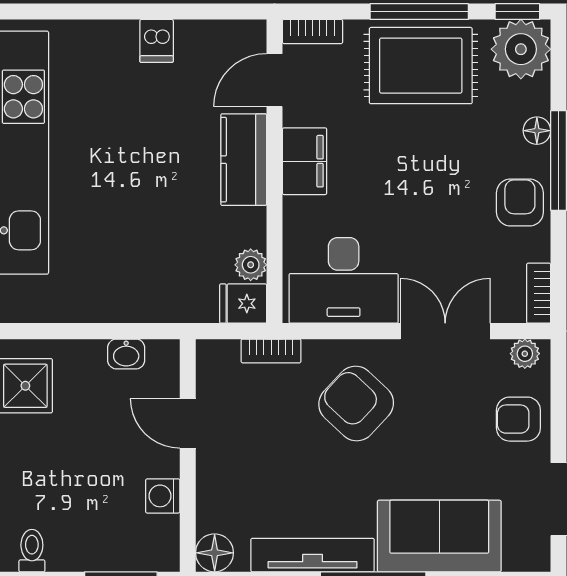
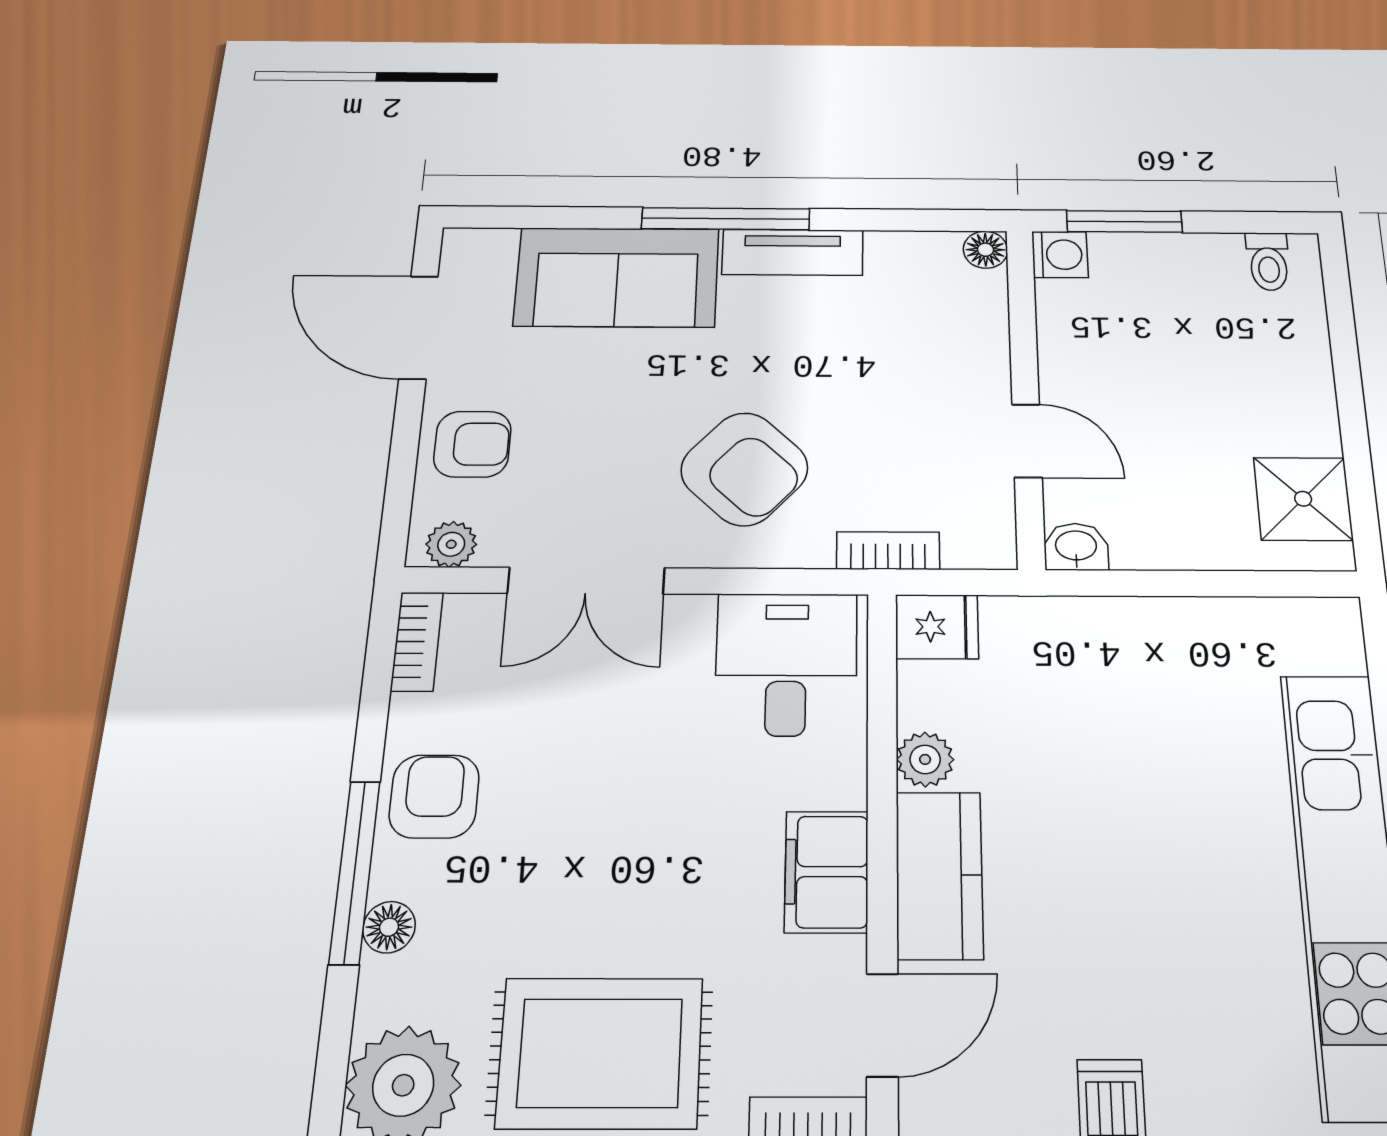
armchair: (520, 203) -> (434, 796), turned 180
plant: (251, 265) -> (925, 759), moved
desk: (344, 280) -> (786, 664), width x0.73
washbasin: (126, 354) -> (1076, 547), moved
washing machine: (163, 496) -> (1060, 255), moved
floor lamp: (215, 553) -> (985, 250), width x0.73, depth x0.73
tv unit: (313, 555) -> (793, 252), width x0.71

